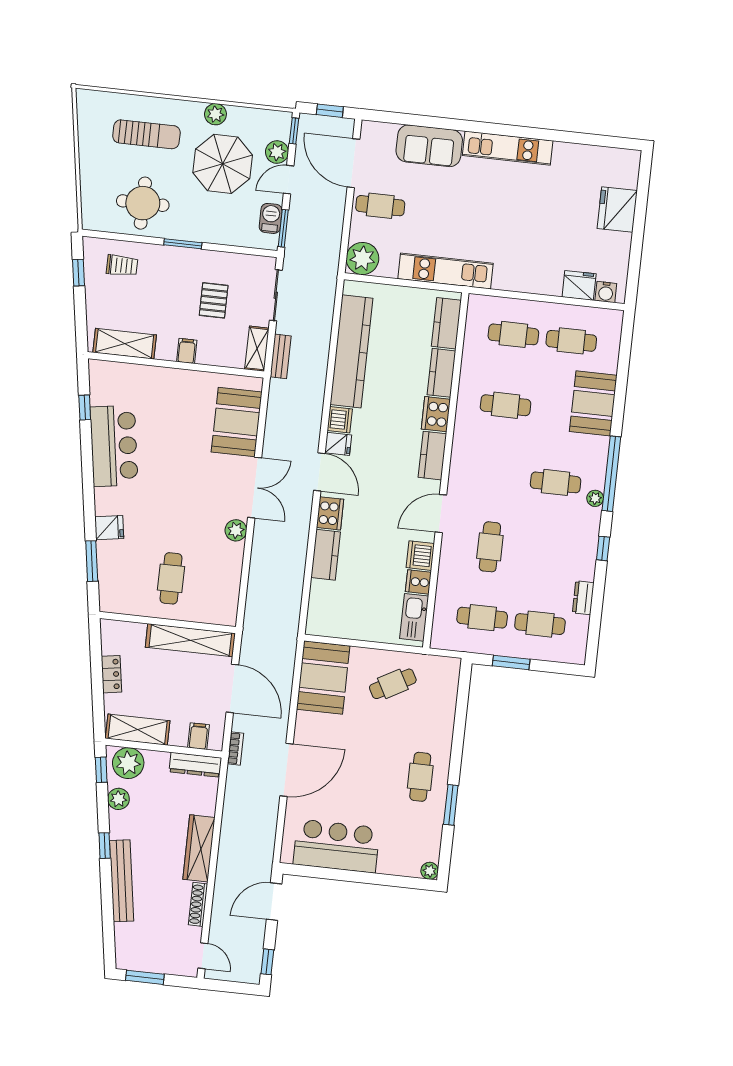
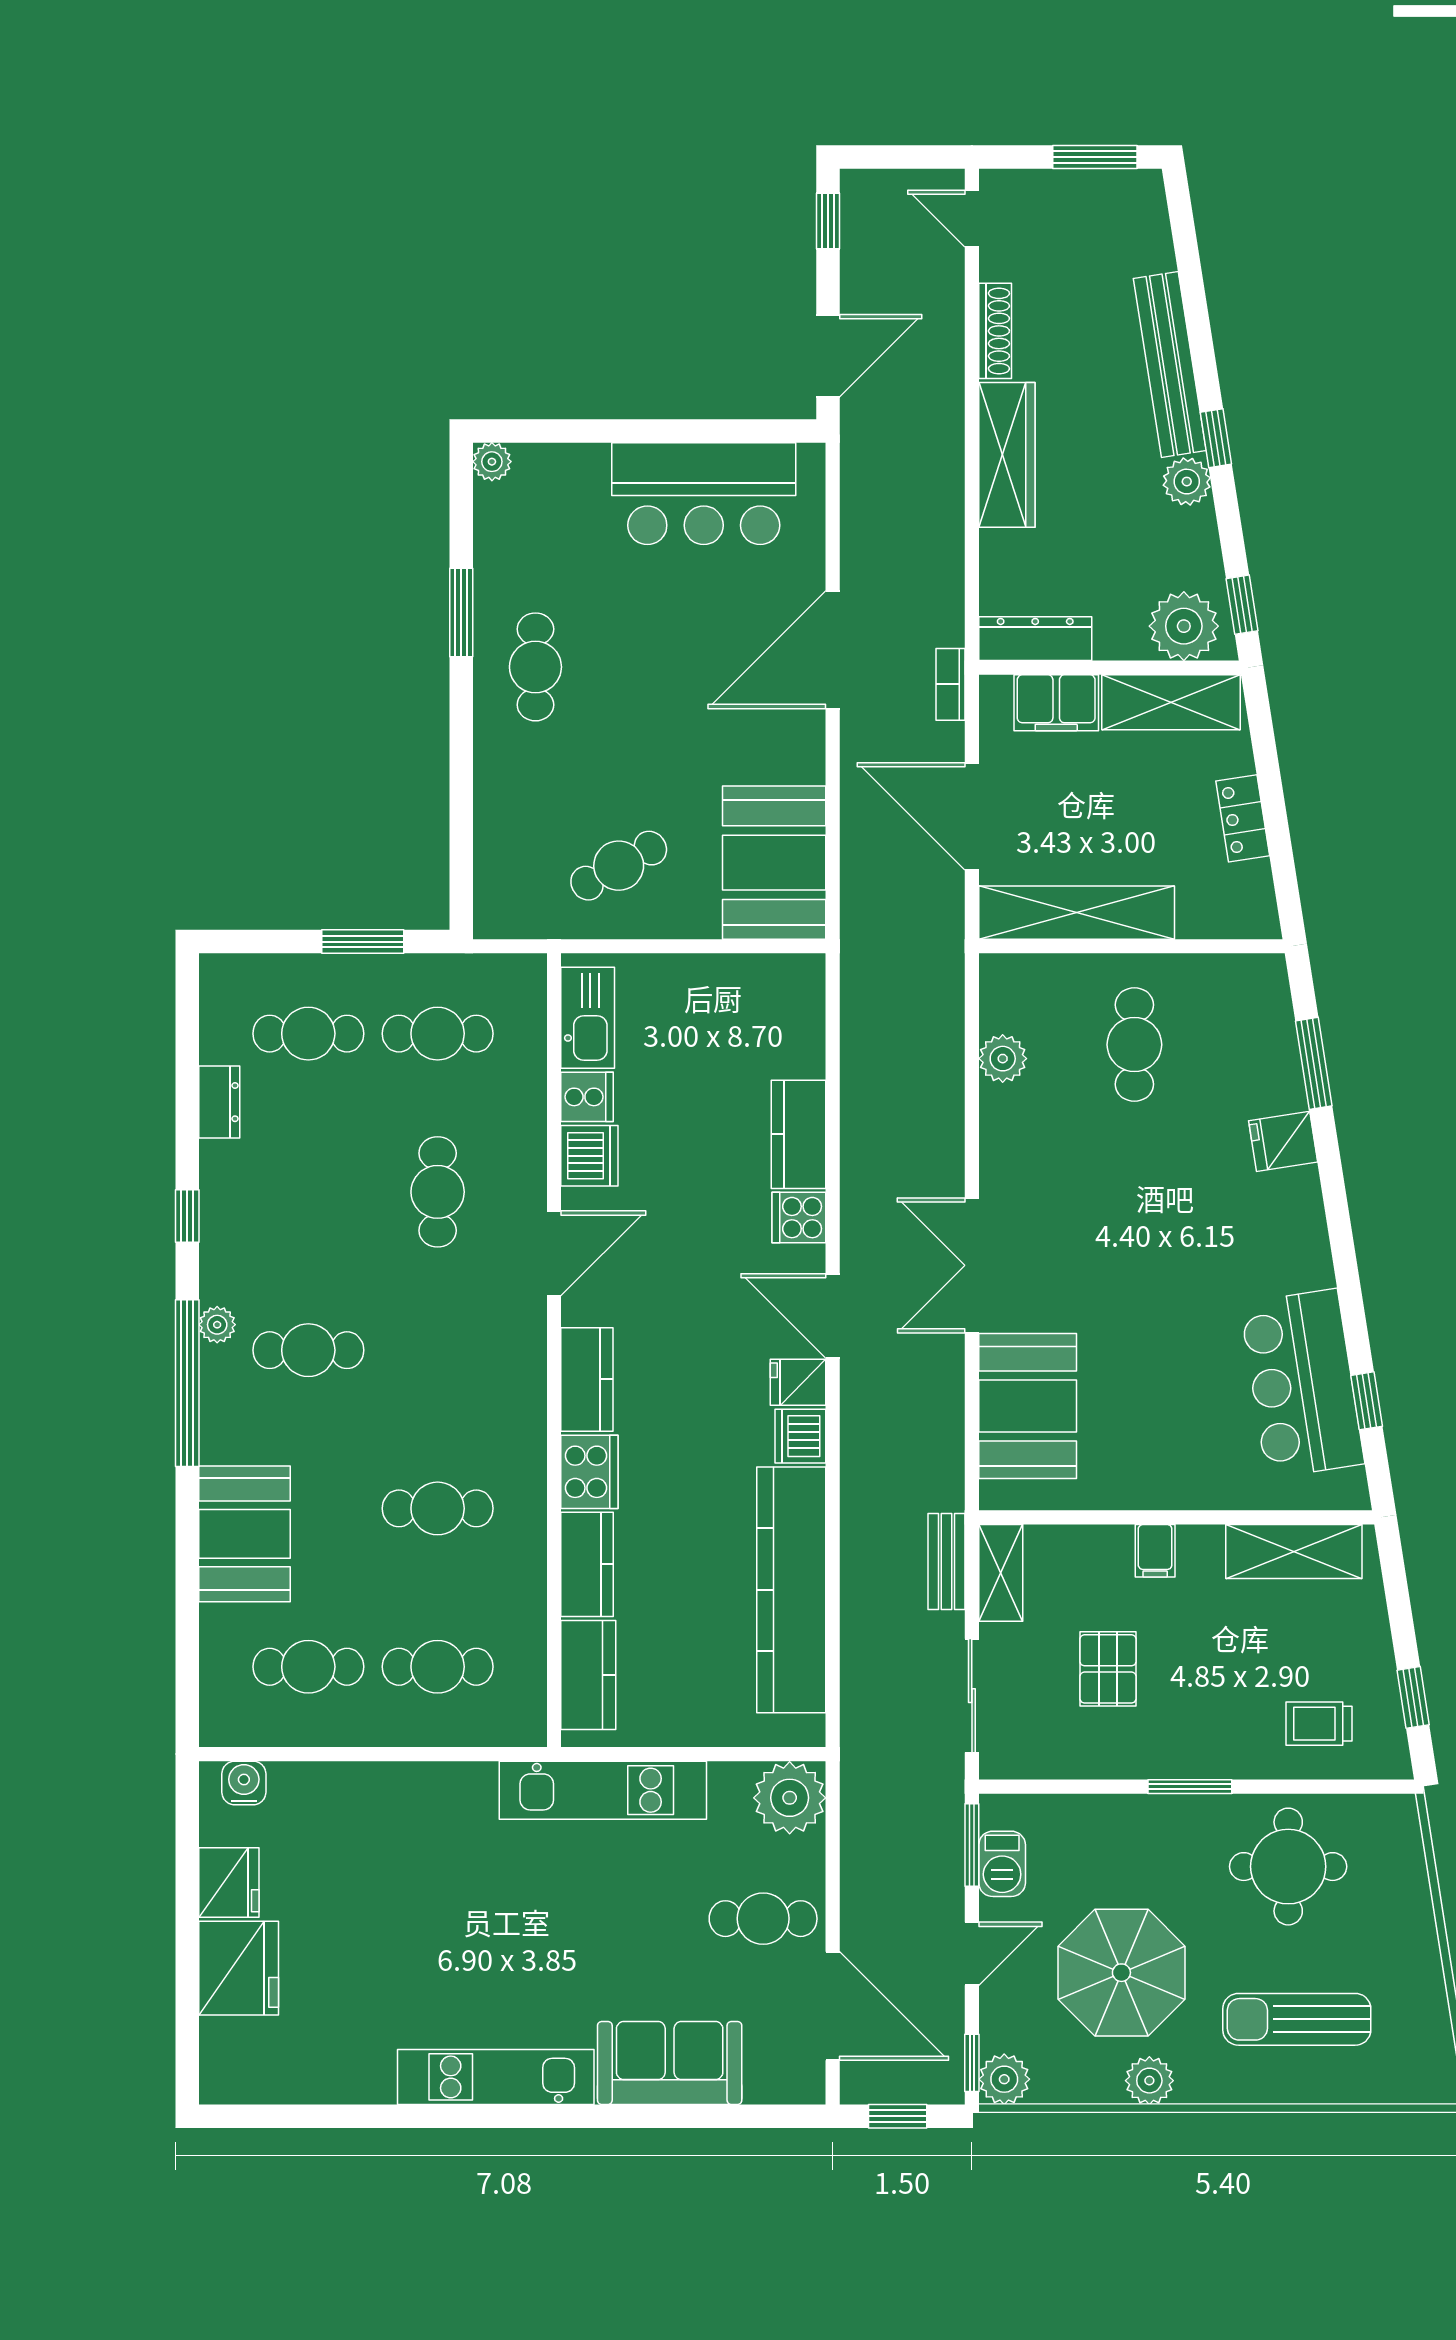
plant: (277, 152) -> (1004, 2079), moved
fridge: (579, 285) -> (229, 1883), moved, turned -90
bar counter: (114, 446) -> (1302, 1383), moved
cooker: (330, 513) -> (799, 1218), width x0.73
plant: (236, 530) -> (1003, 1059), moved
filing cabinet: (199, 736) -> (1056, 703), width x2.00
plant: (118, 799) -> (1187, 482), moved

